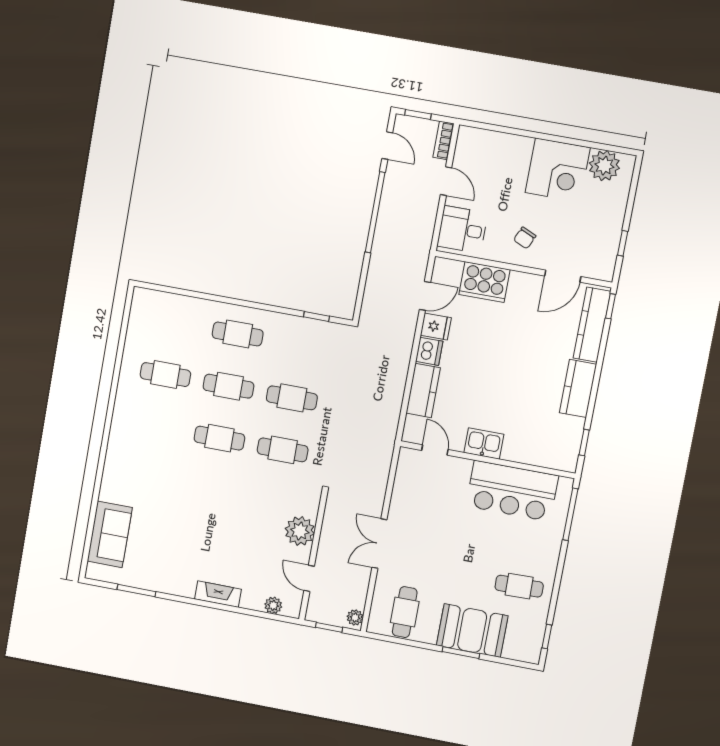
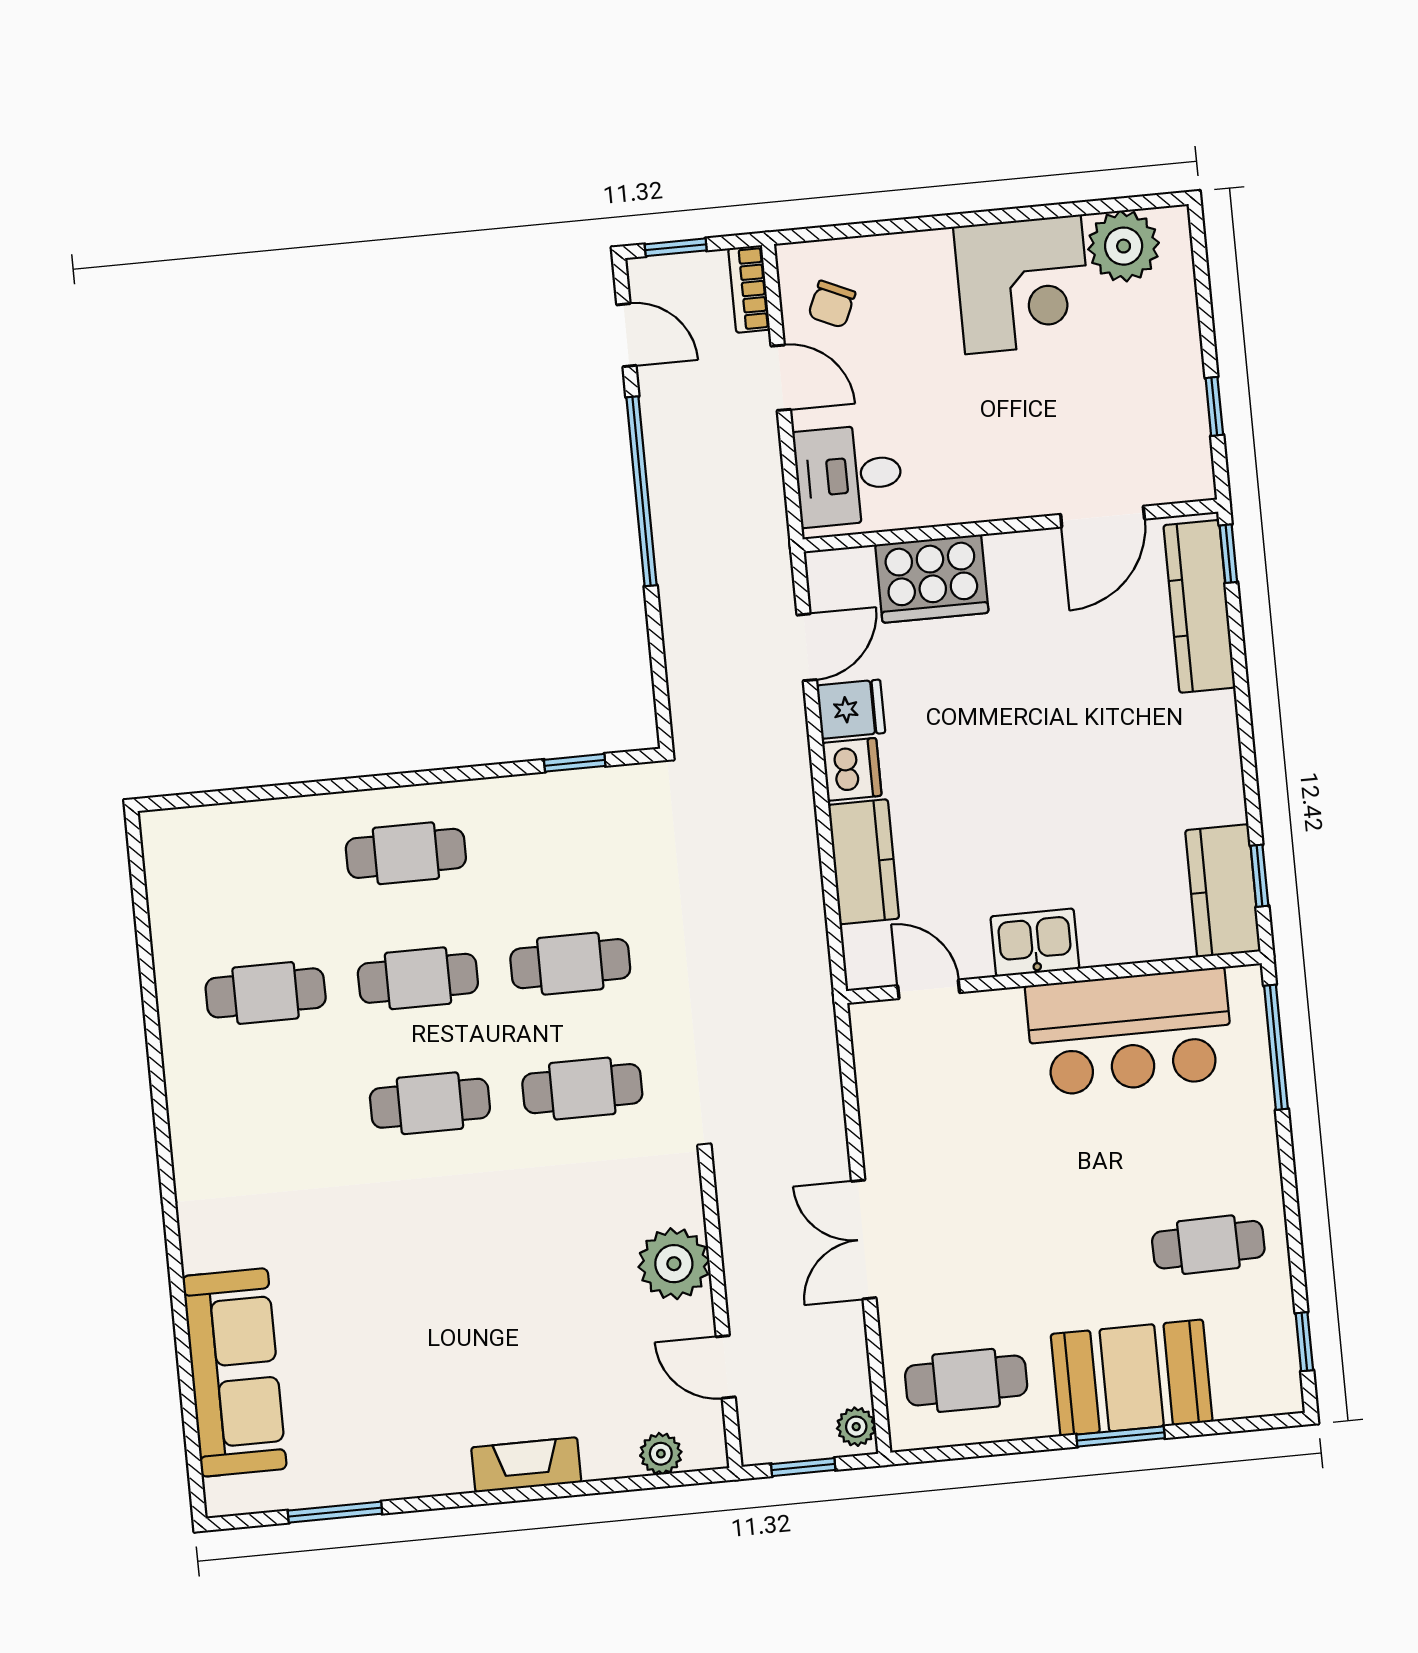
chair: (525, 238) -> (832, 304), moved
kitchen counter: (578, 388) -> (1223, 891), moved
sofa: (110, 534) -> (235, 1372), width x1.36
cafe table: (405, 612) -> (966, 1380), turned 90

